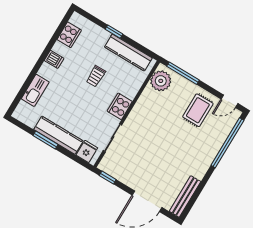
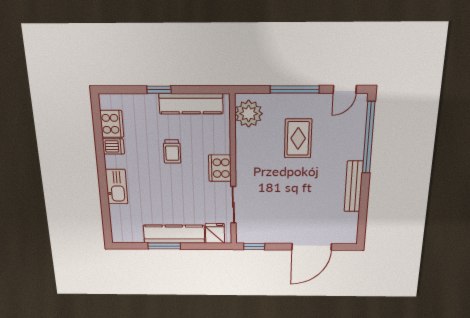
dishwasher: (54, 59) -> (113, 146), moved
window: (183, 73) -> (295, 89), moved
kitchen sink: (35, 90) -> (117, 187), moved
rug: (198, 110) -> (298, 138), moved
bench: (185, 196) -> (354, 186), moved

